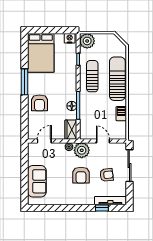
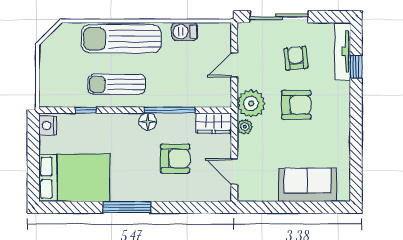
plant: (87, 41) -> (53, 94), removed
armchair: (39, 103) -> (175, 159), moved
floor lamp: (72, 106) -> (148, 122), moved

